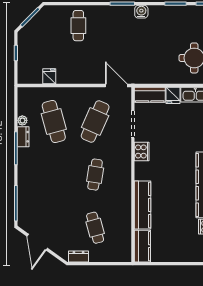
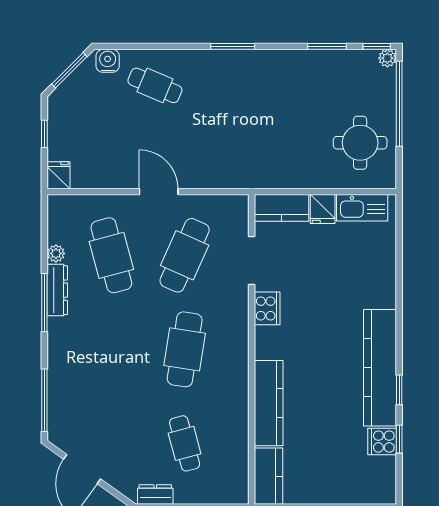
water cooler: (141, 12) -> (108, 61), moved
cafe table: (78, 26) -> (155, 85), turned -67
fridge: (49, 76) -> (58, 175), moved
door: (116, 86) -> (159, 192), moved
dresser: (23, 137) -> (57, 290), width x1.44
cafe table: (95, 175) -> (185, 349), width x1.37, depth x1.35

